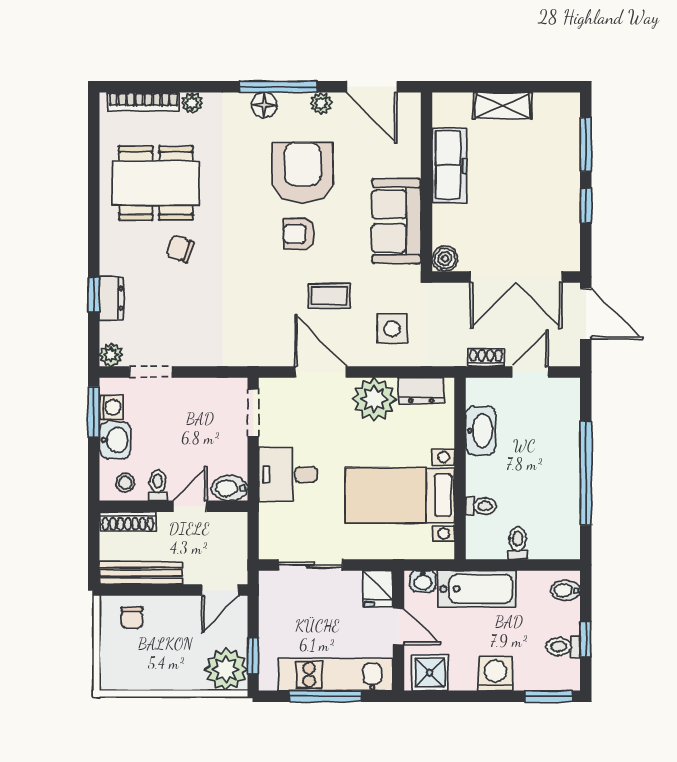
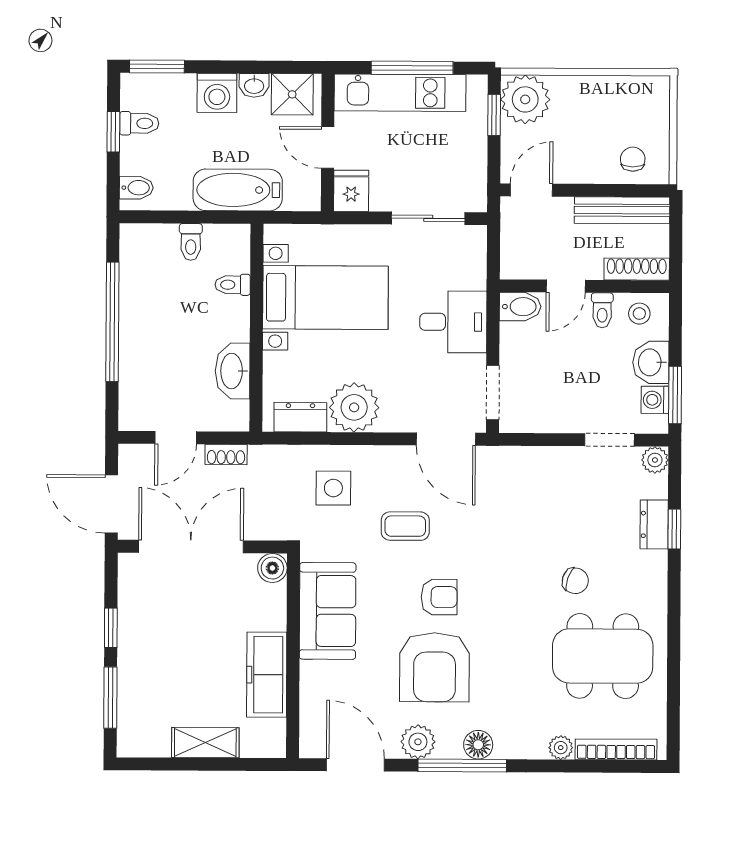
plant: (321, 103) -> (418, 742), width x1.38, depth x1.38
door: (321, 372) -> (446, 439), moved
washbasin: (423, 581) -> (254, 85), moved, turned 180

